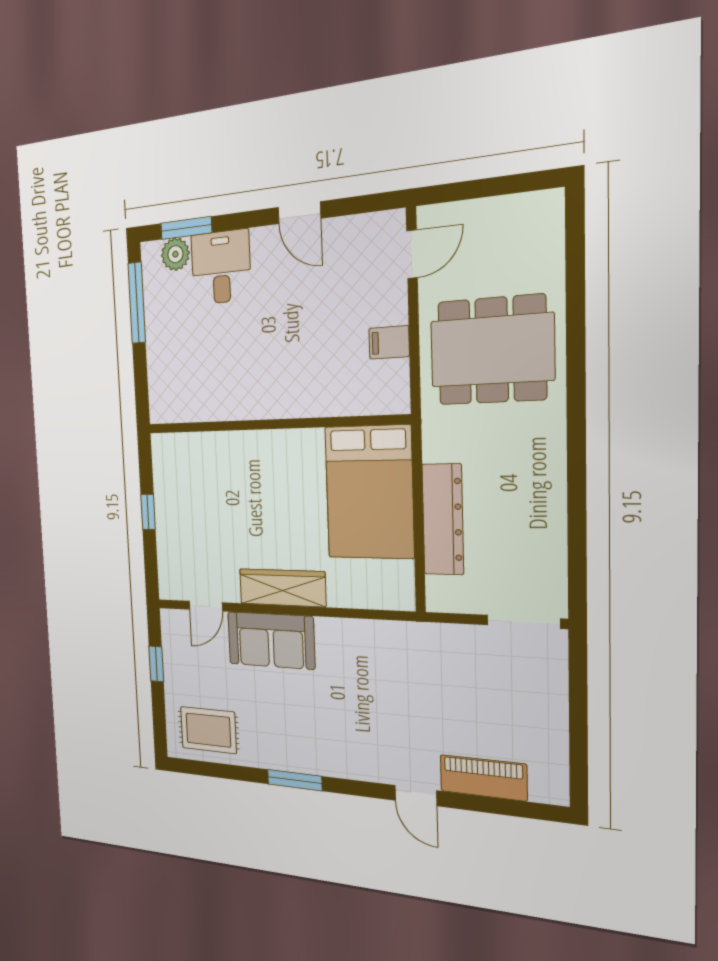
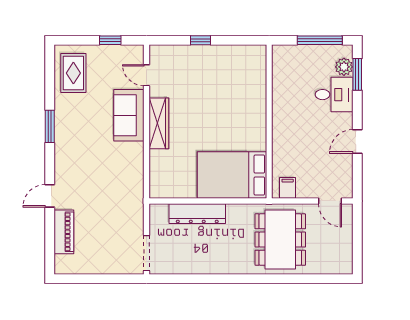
wall: (273, 424) -> (269, 121), moved
bed: (369, 492) -> (232, 175), moved

